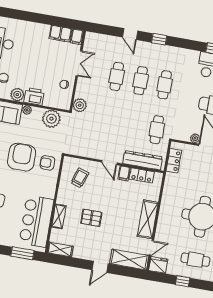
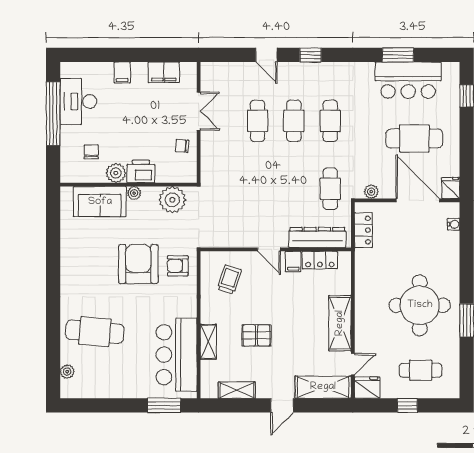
filing cabinet: (77, 37) -> (122, 73), moved
plant: (80, 105) -> (210, 173), removed
plant: (195, 138) -> (371, 192), moved
shelving: (60, 250) -> (237, 390), moved

